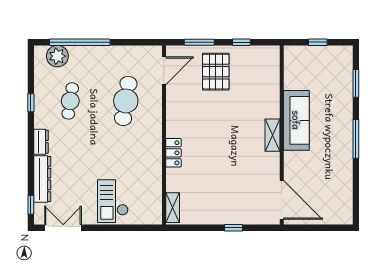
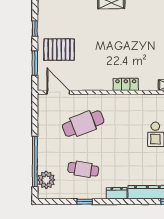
cafe table: (126, 101) -> (83, 124), turned -30

